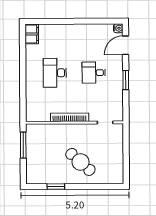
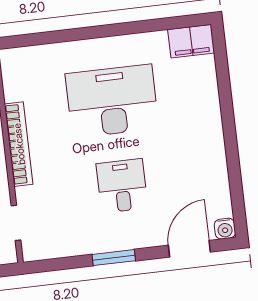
door: (126, 45) -> (189, 249), hinge flipped
desk: (55, 73) -> (112, 101), width x1.36, depth x1.30

